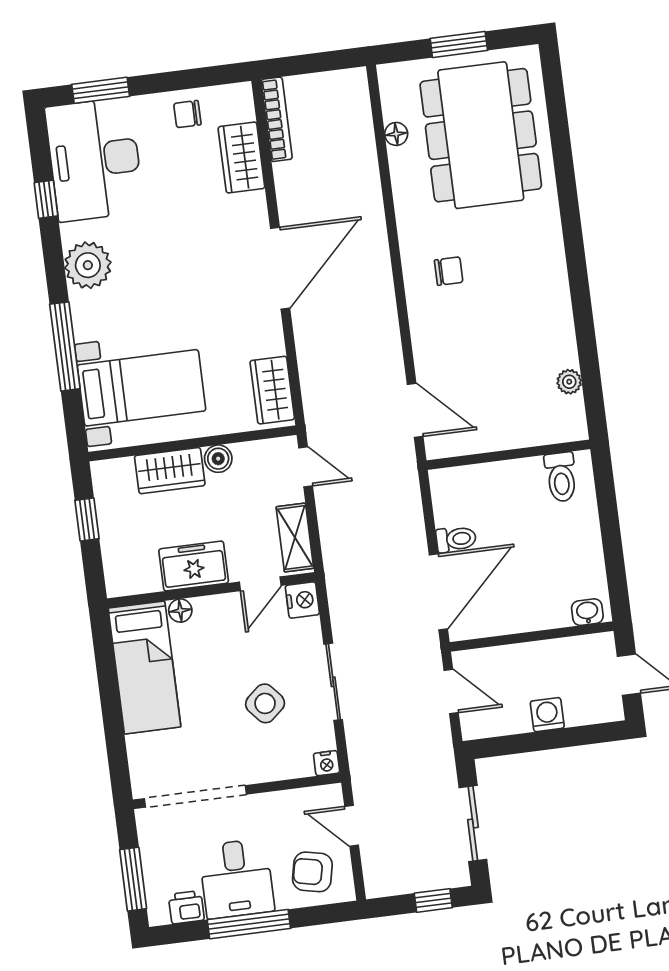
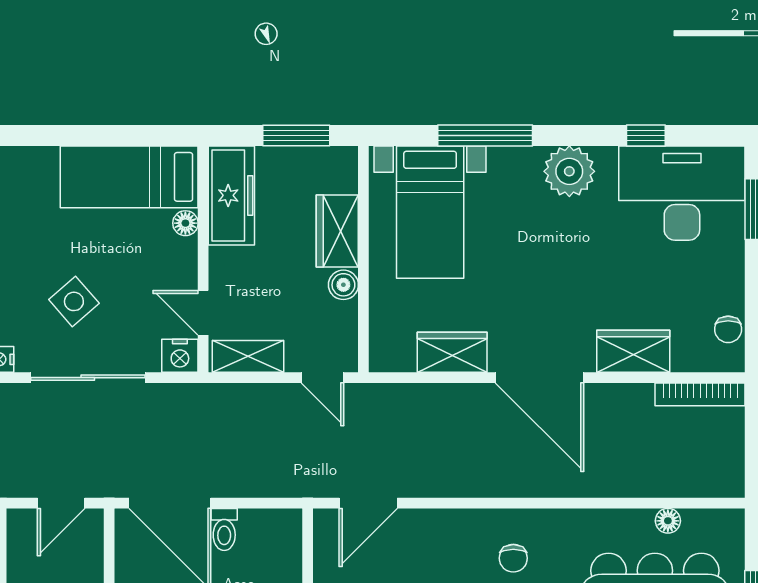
chair: (187, 114) -> (728, 329), moved, turned 180
wardrobe: (241, 158) -> (633, 351), moved
wardrobe: (272, 390) -> (452, 352), moved
door: (306, 467) -> (322, 378), hinge flipped
window: (87, 519) -> (296, 135), width x1.50
freezer: (194, 566) -> (231, 195), moved, width x1.40
sliding door: (333, 682) -> (88, 378), width x1.37

